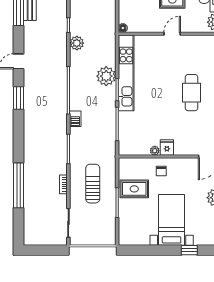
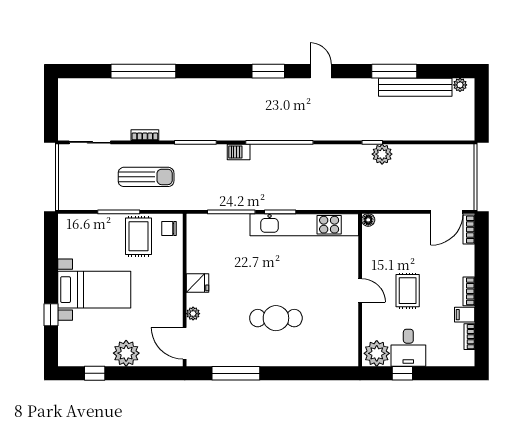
plant: (77, 43) -> (382, 154), moved
plant: (106, 76) -> (300, 196), removed
plant: (155, 151) -> (193, 314), moved
chair: (161, 171) -> (169, 229), moved

